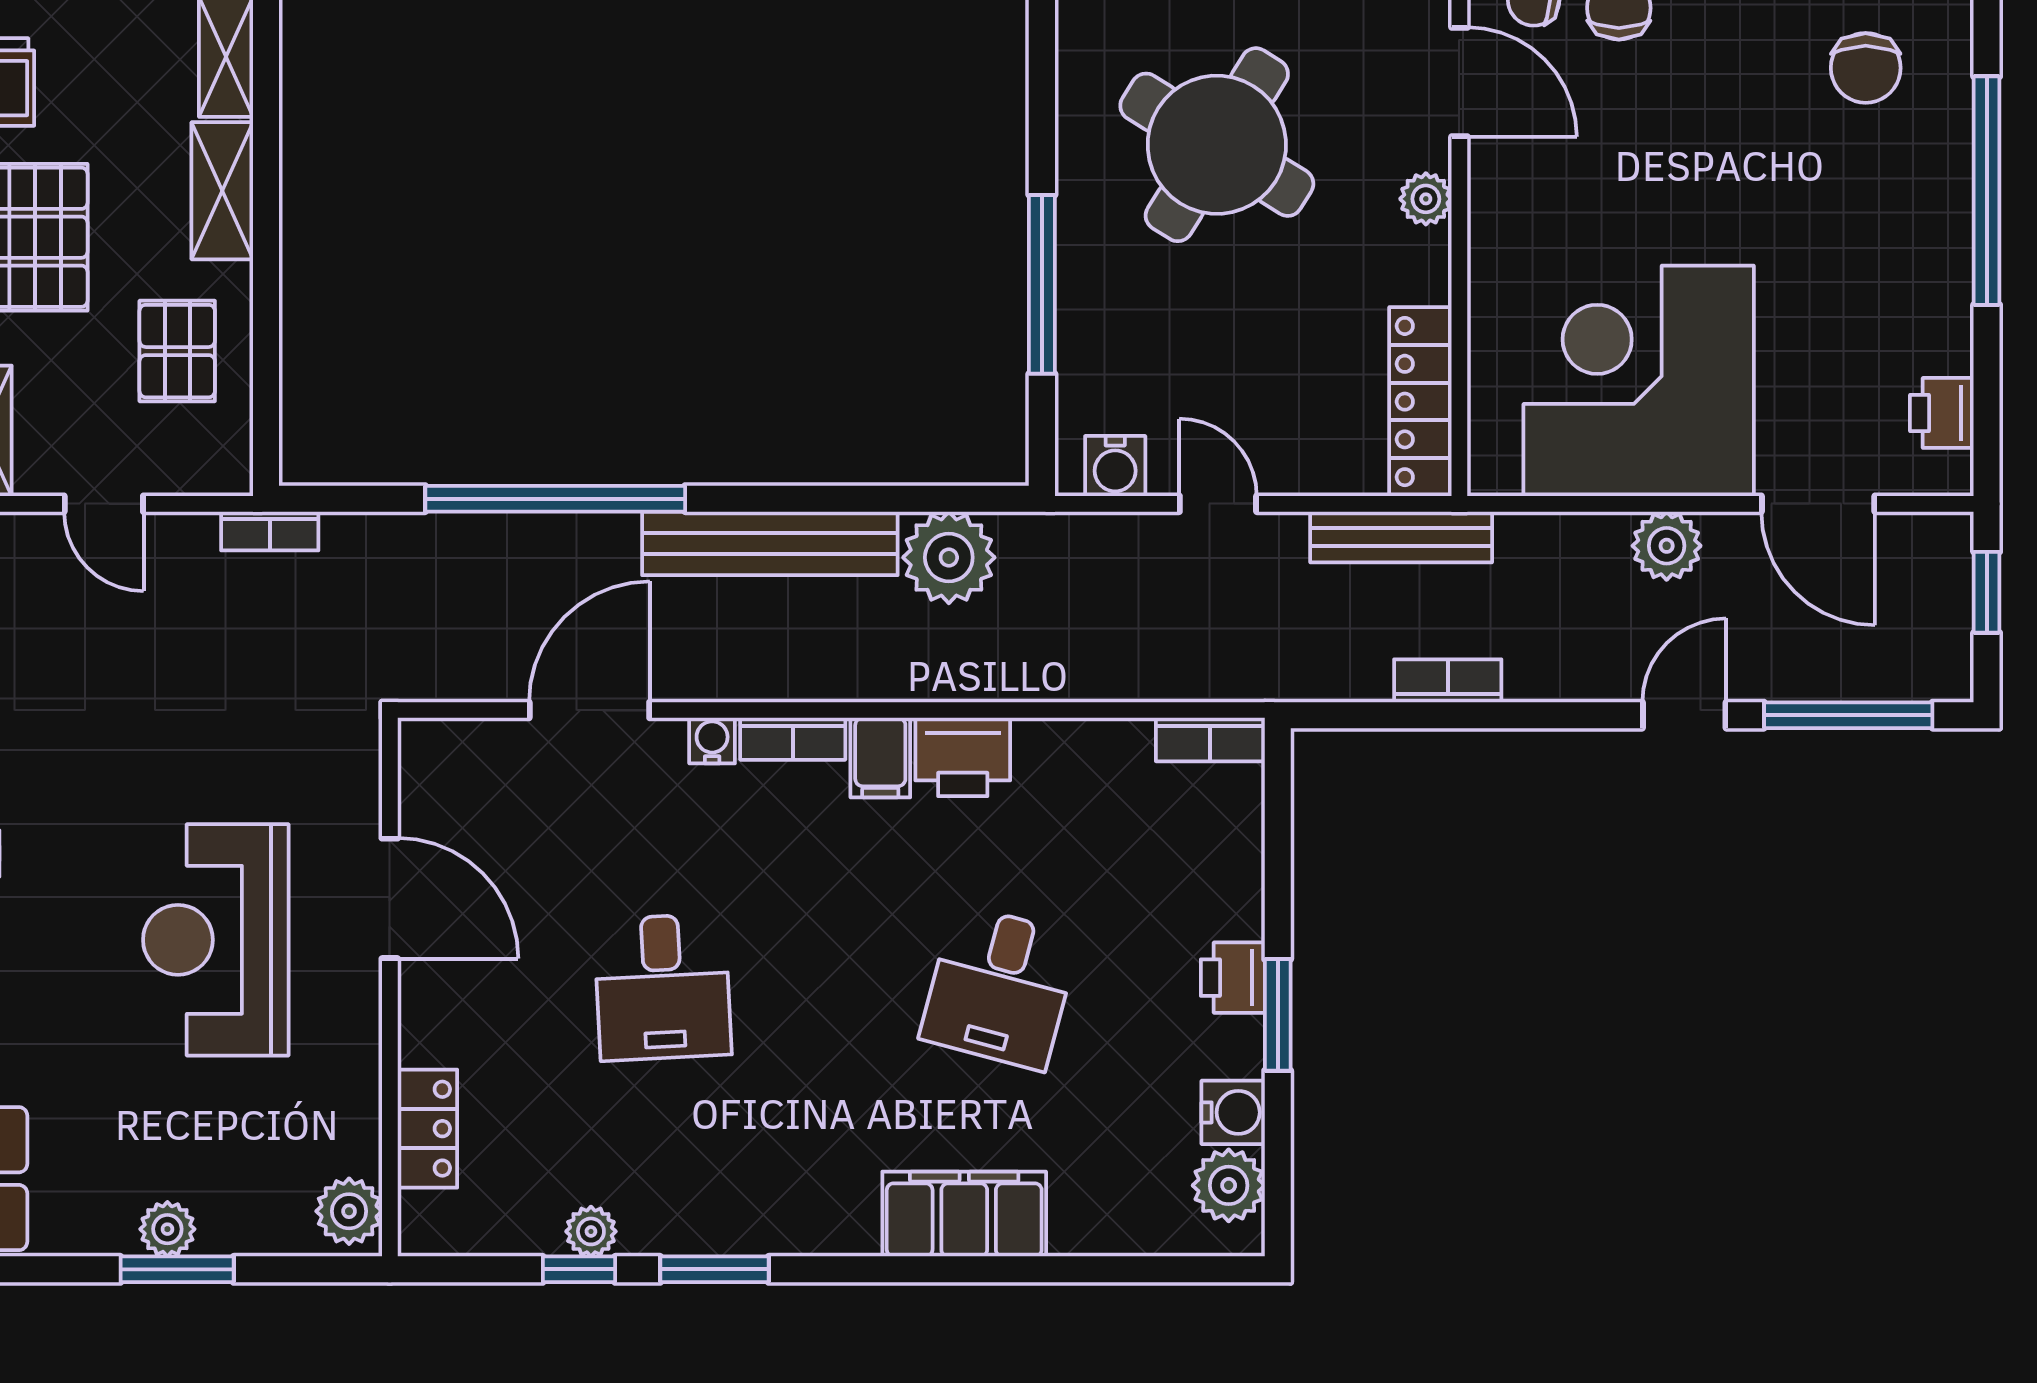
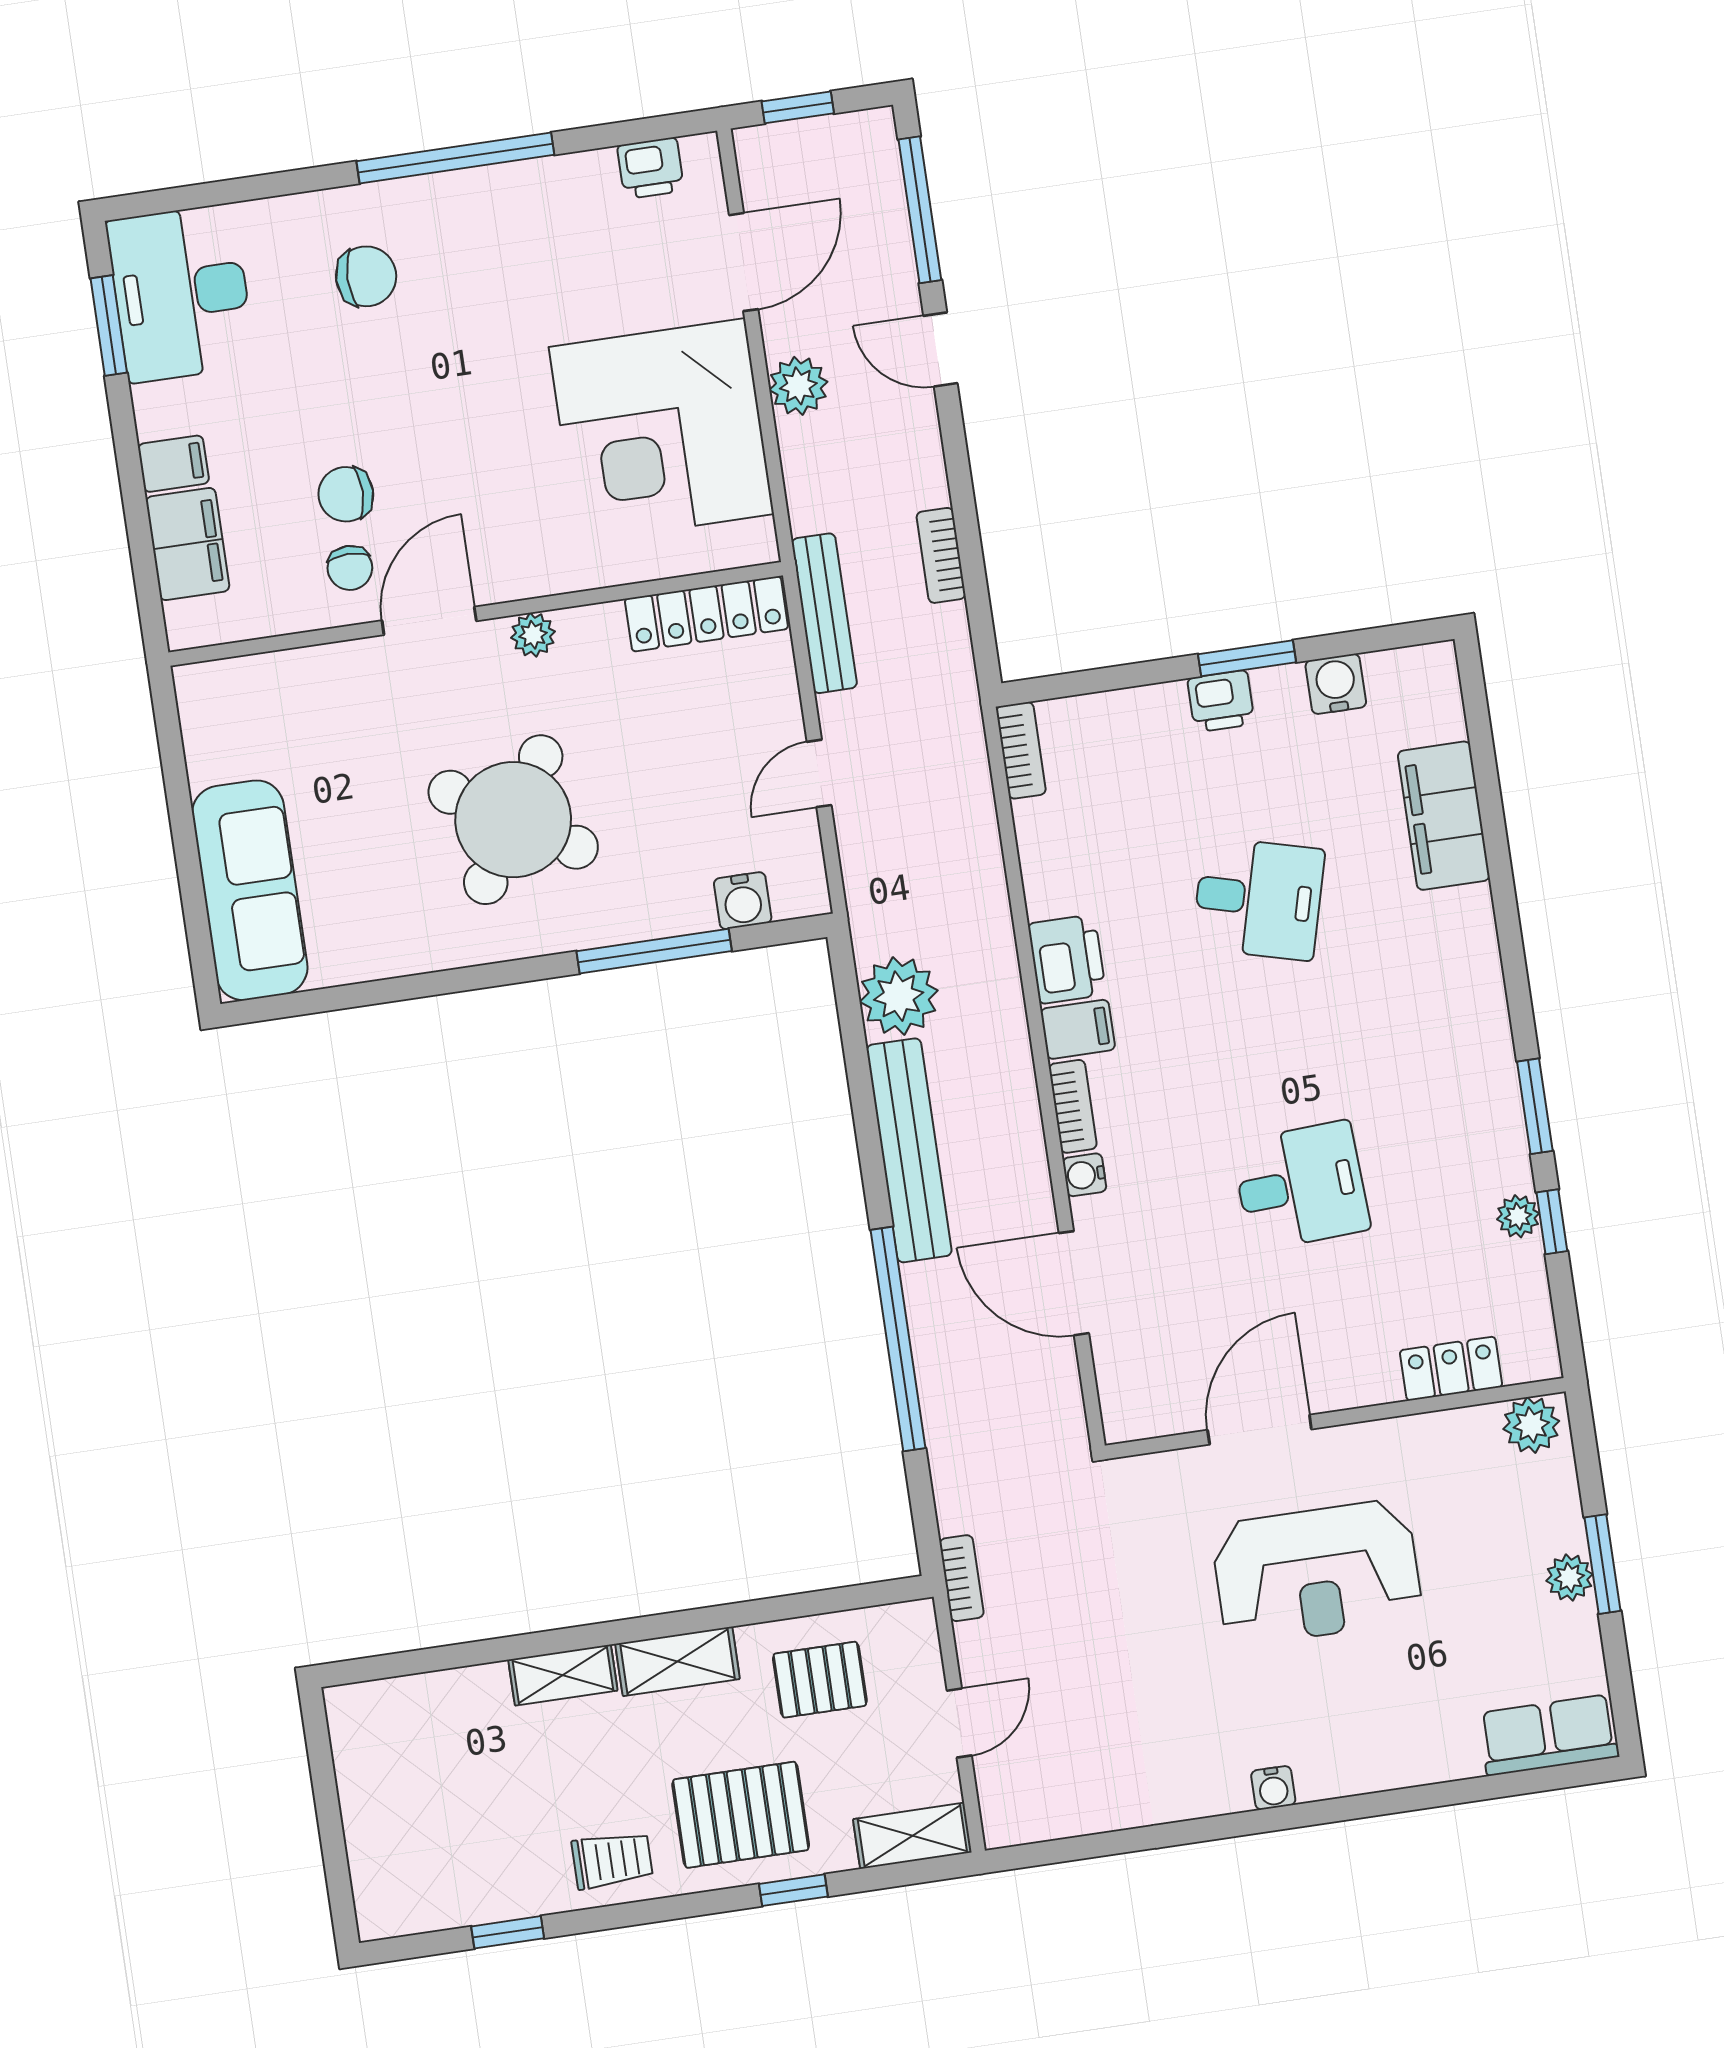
water cooler: (1115, 466) -> (743, 901), moved, turned 90
plant: (1229, 1185) -> (1399, 679), removed
filing cabinet: (964, 1214) -> (1444, 816), moved

